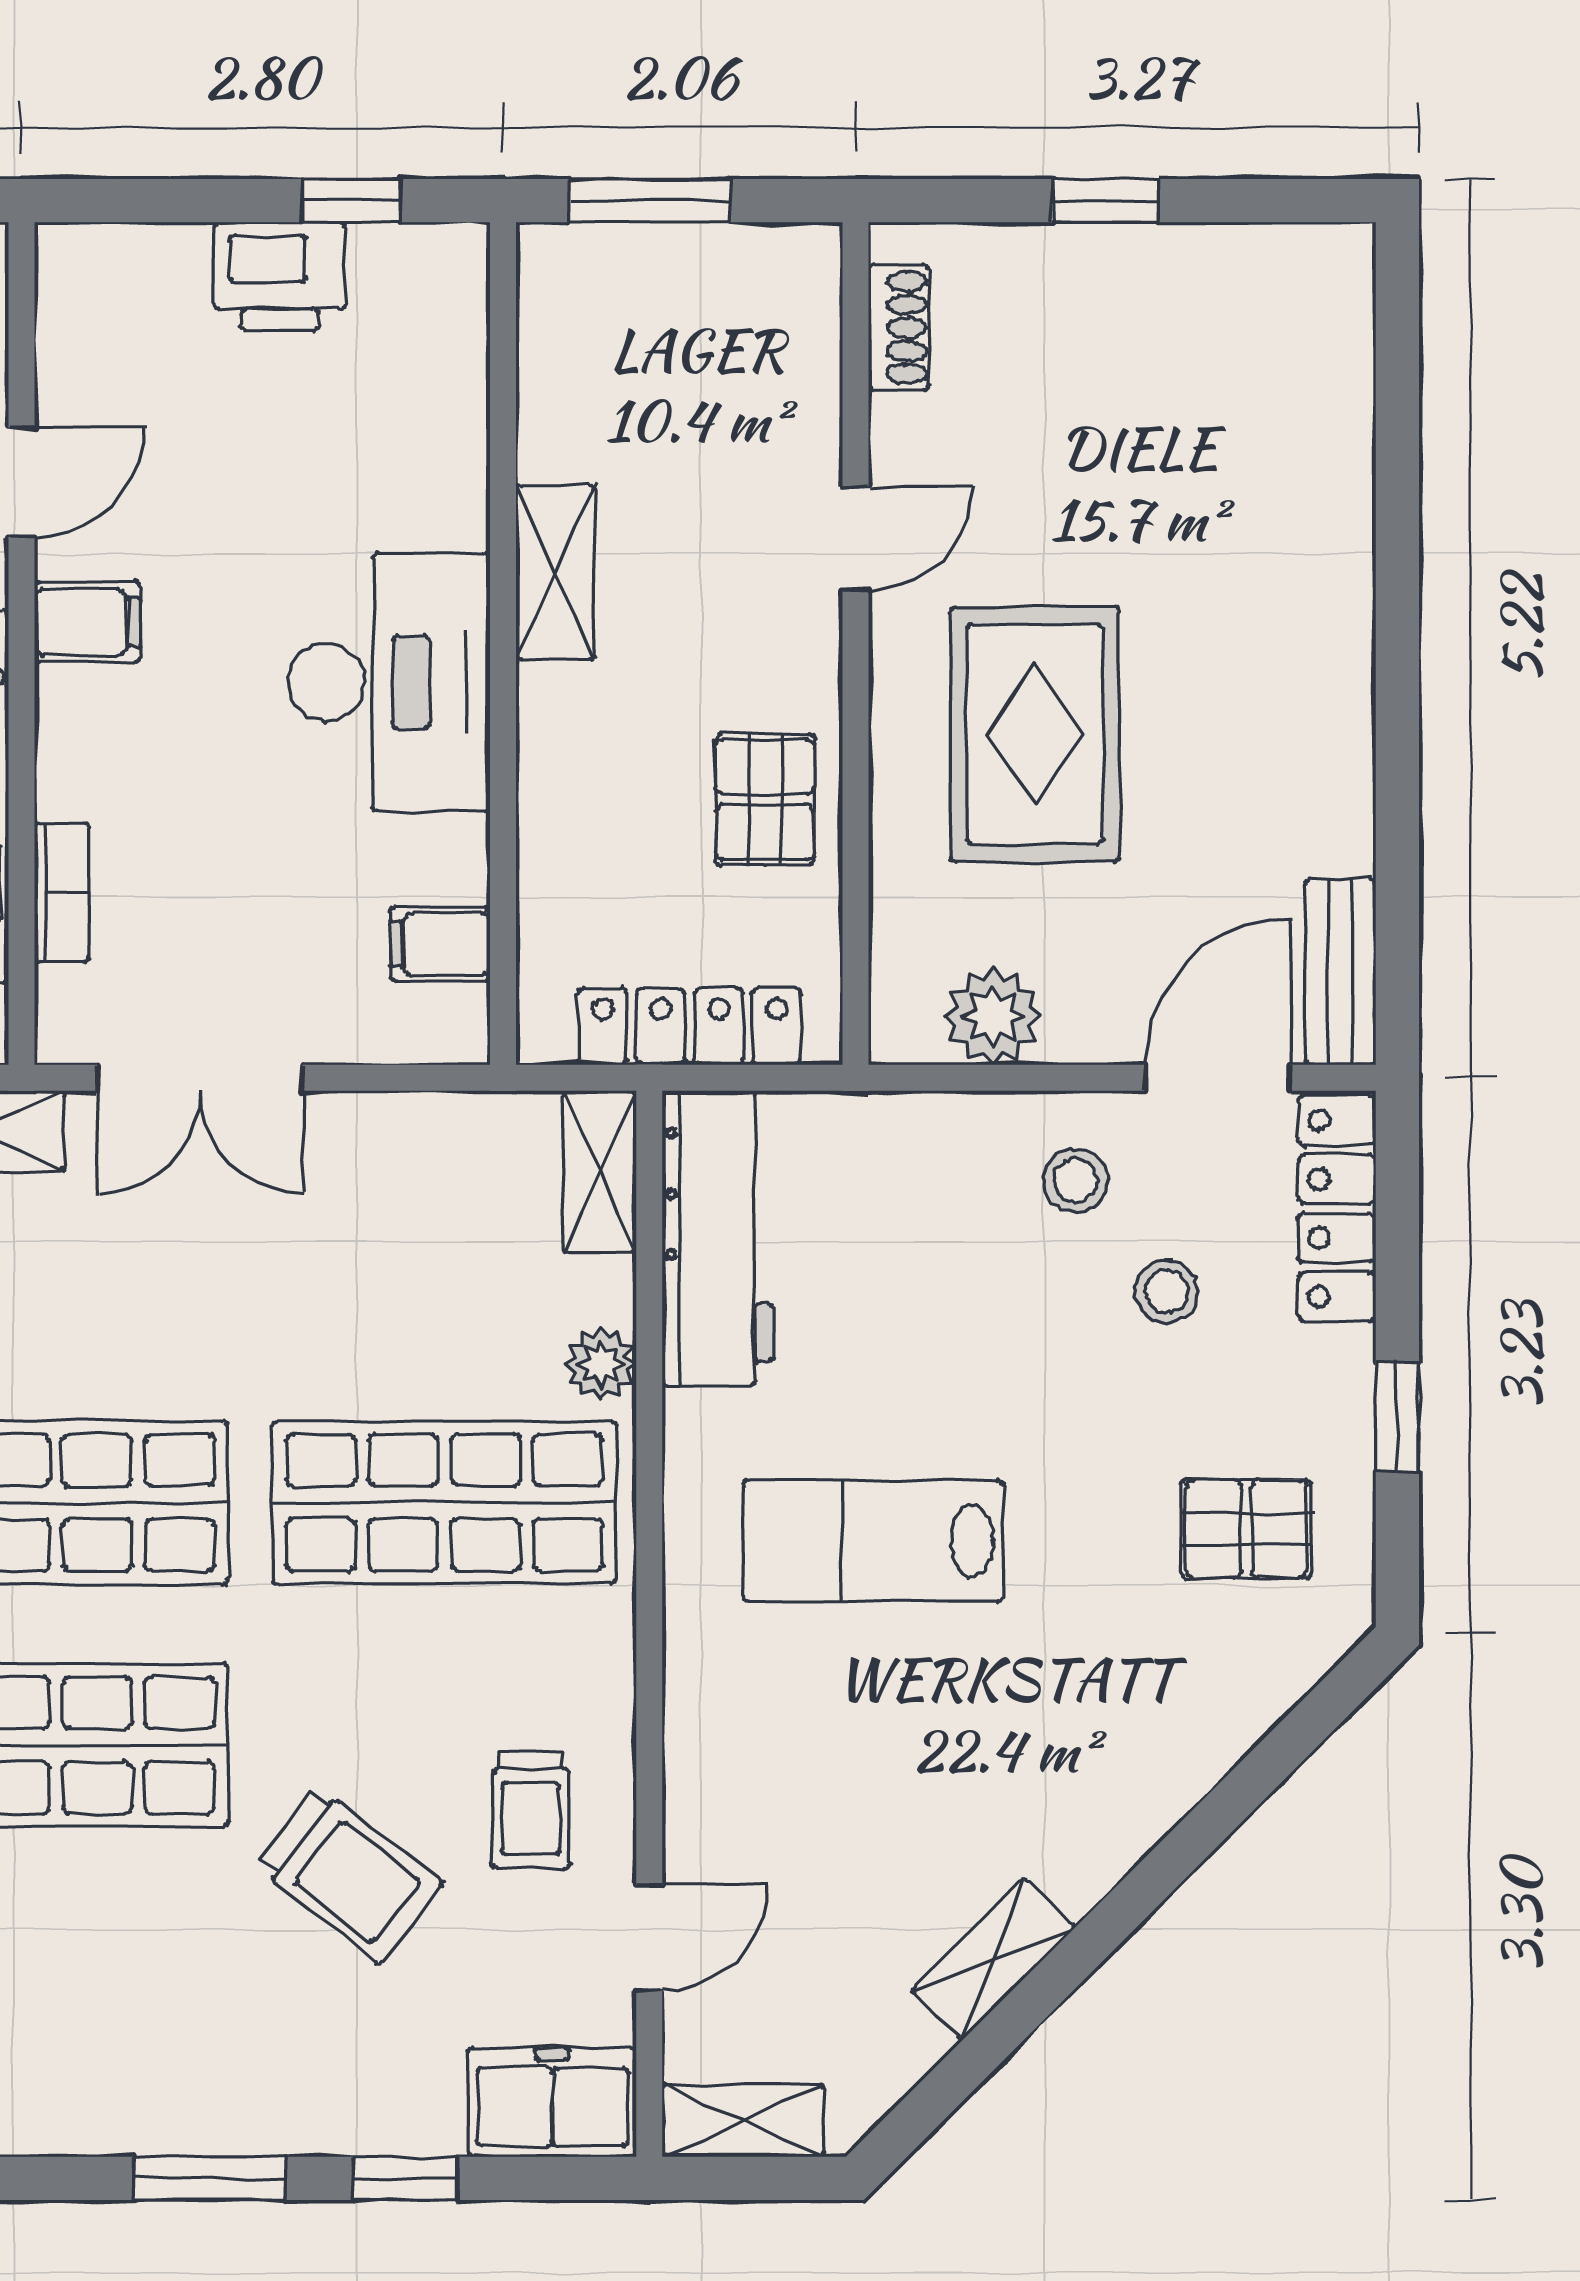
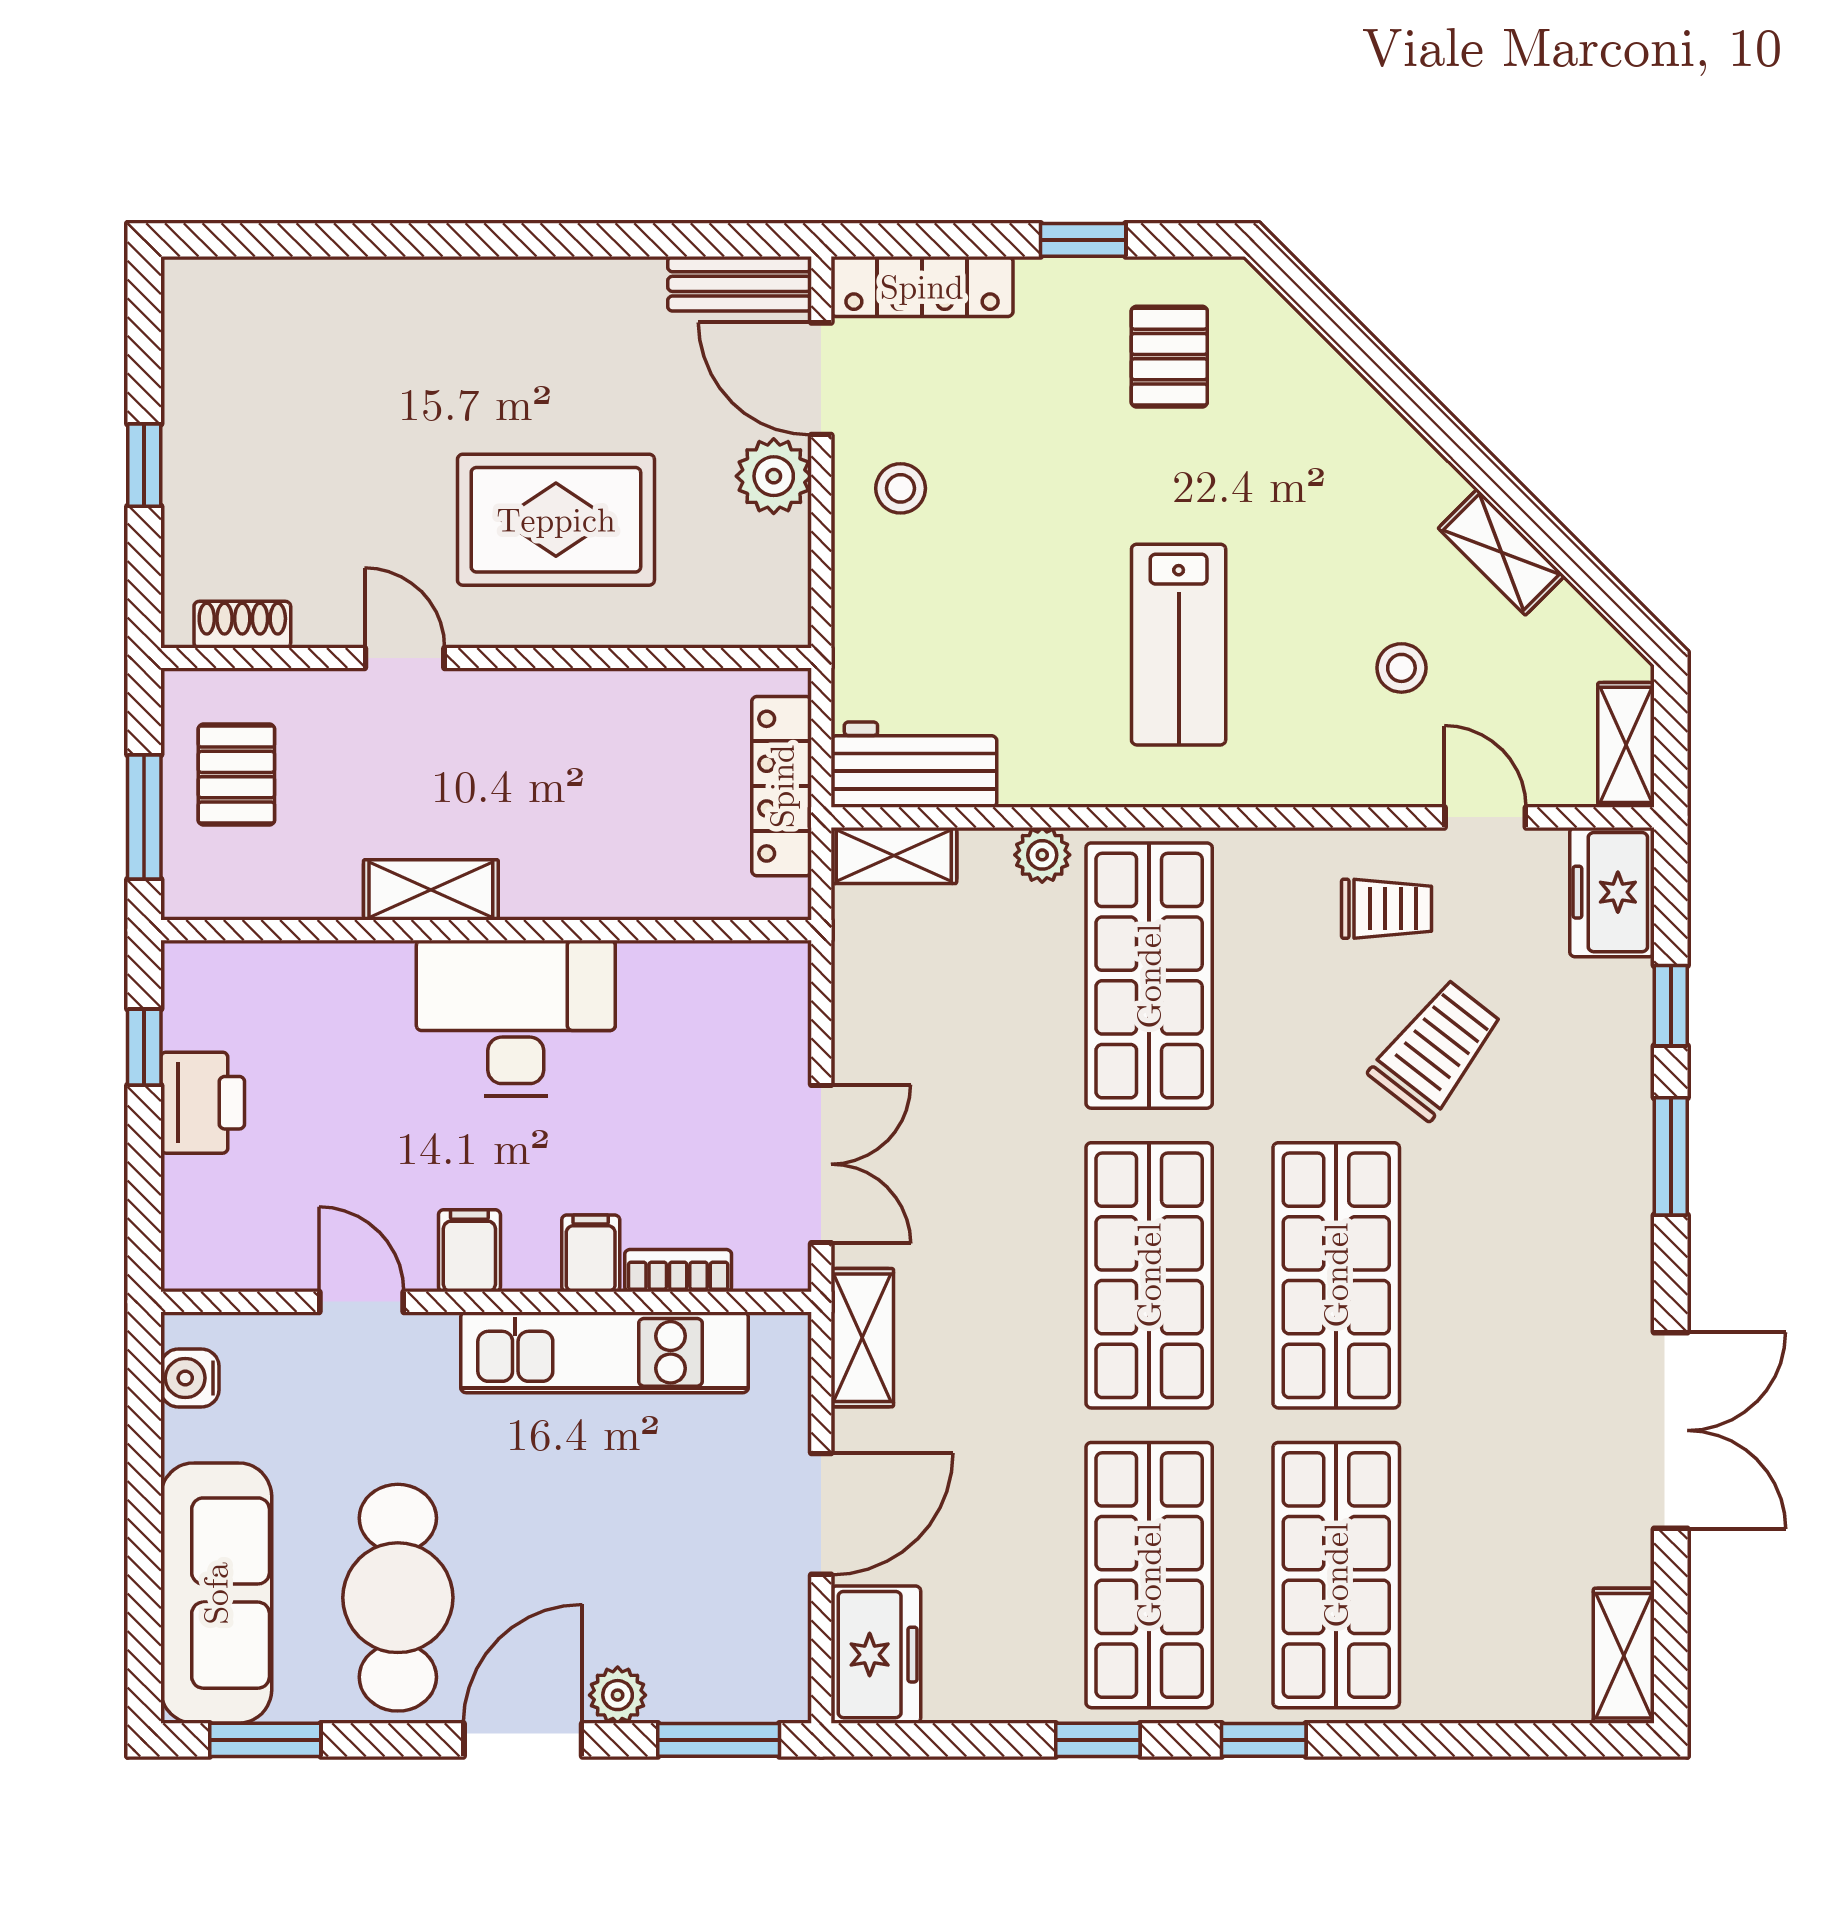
pallet: (765, 800) -> (236, 775), moved, turned 90
filing cabinet: (440, 944) -> (591, 1253), moved, turned 180
plant: (993, 1016) -> (774, 476), moved
workbench: (717, 1238) -> (914, 765), width x0.73
stool: (1167, 1291) -> (1401, 668), moved

